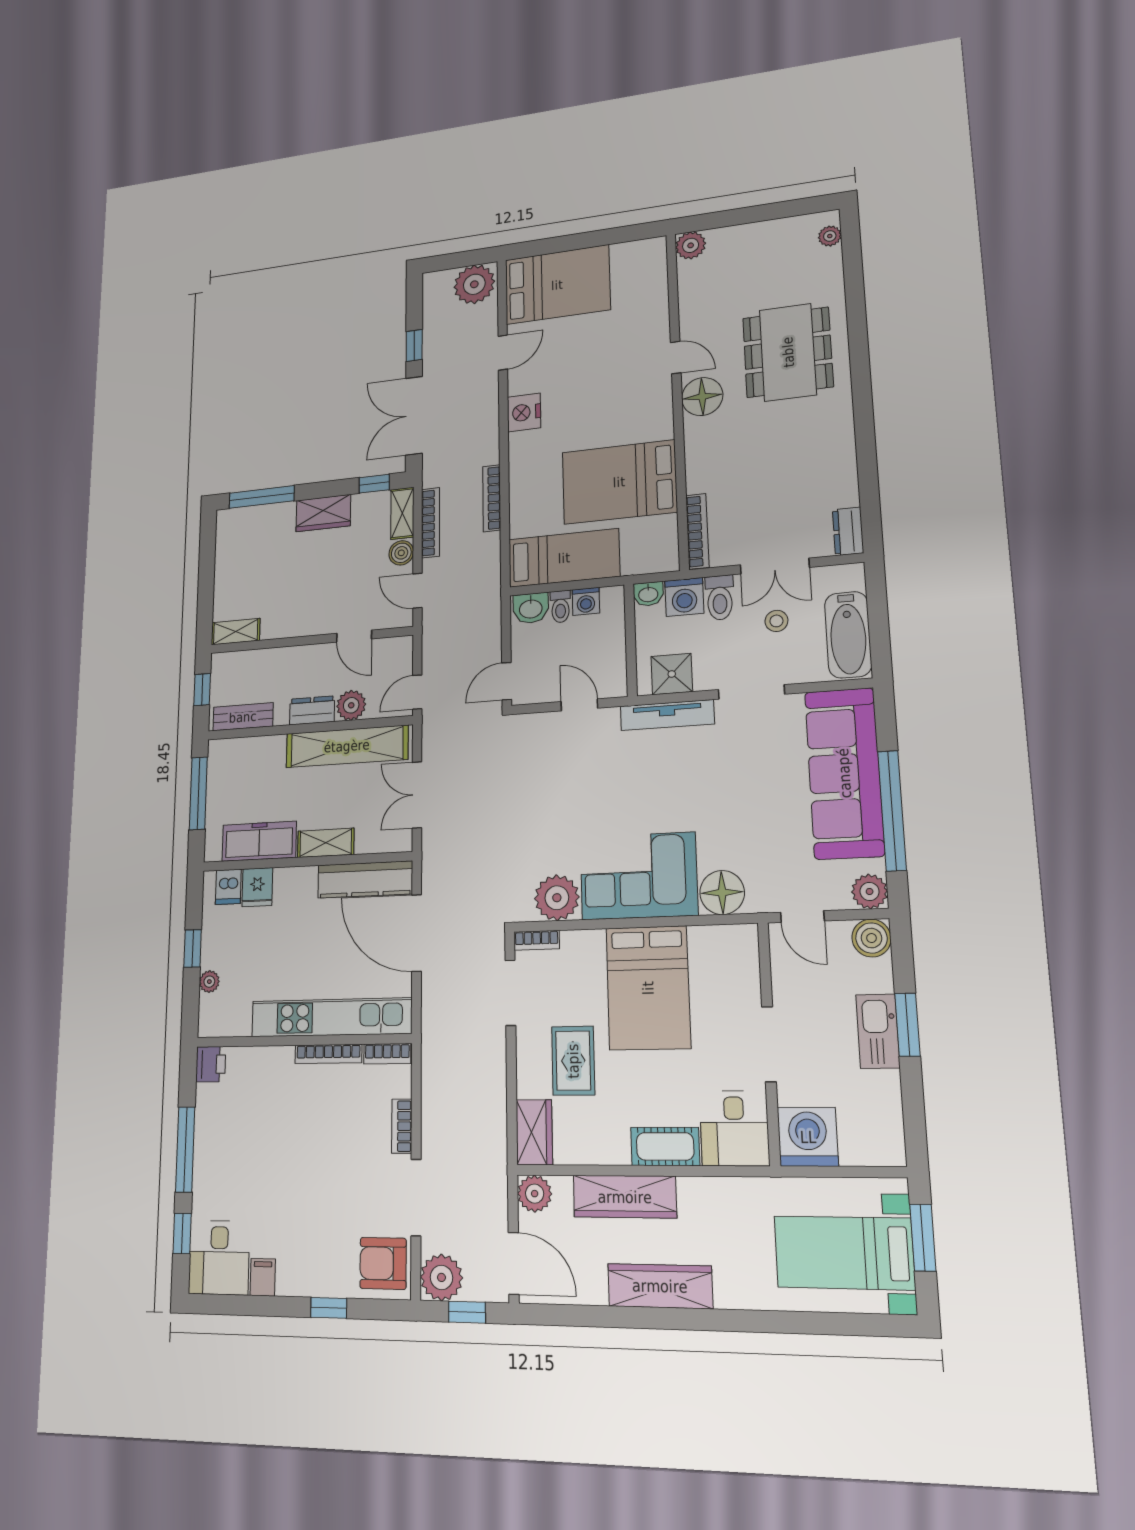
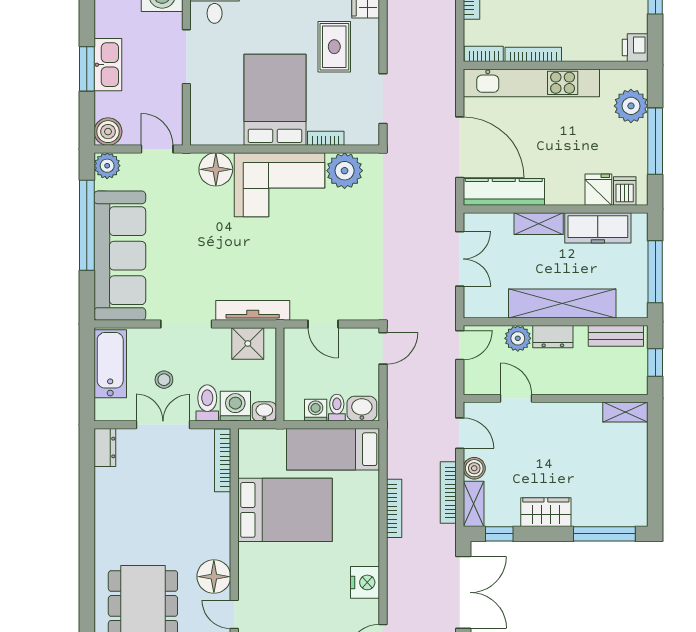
shelving: (347, 746) -> (562, 303), moved
bookcase: (537, 940) -> (326, 138), moved
window: (193, 949) -> (655, 141), width x2.17
plant: (209, 982) -> (631, 106), width x1.88, depth x1.88

